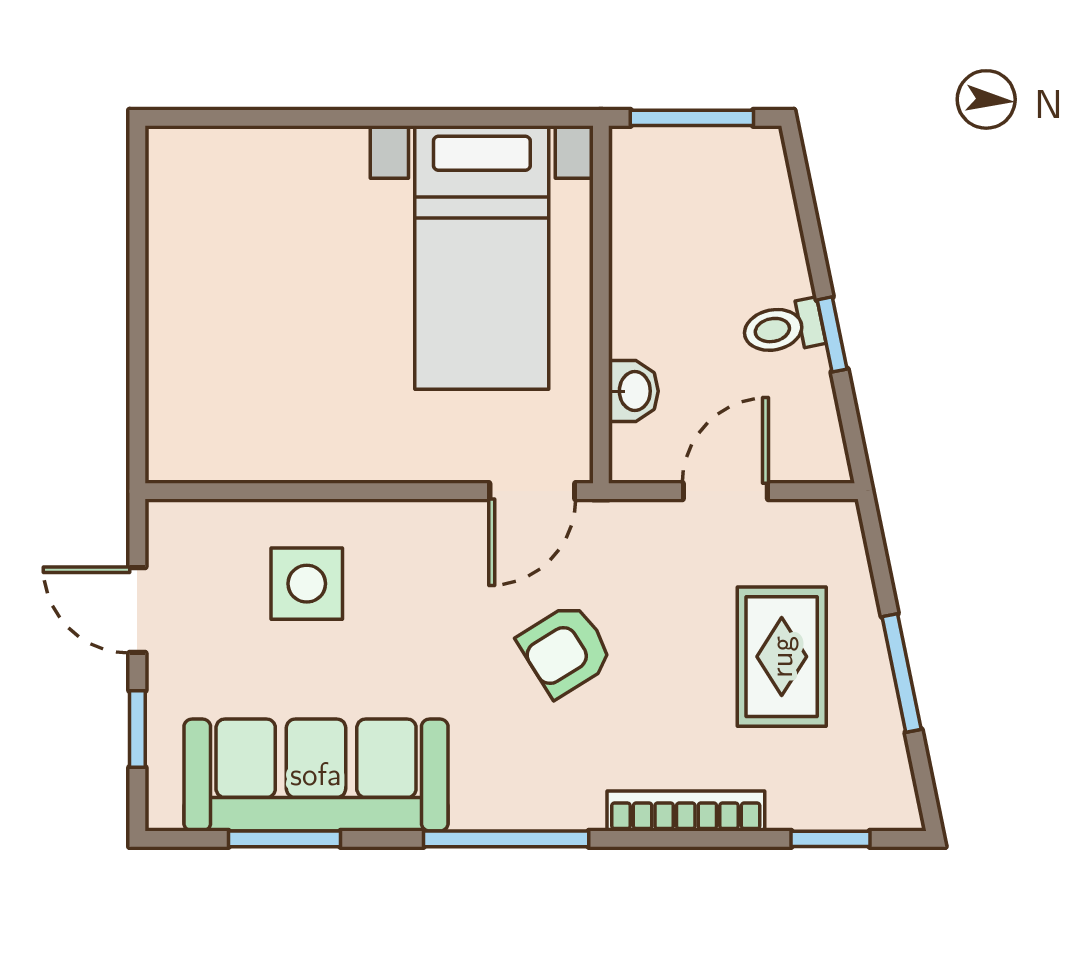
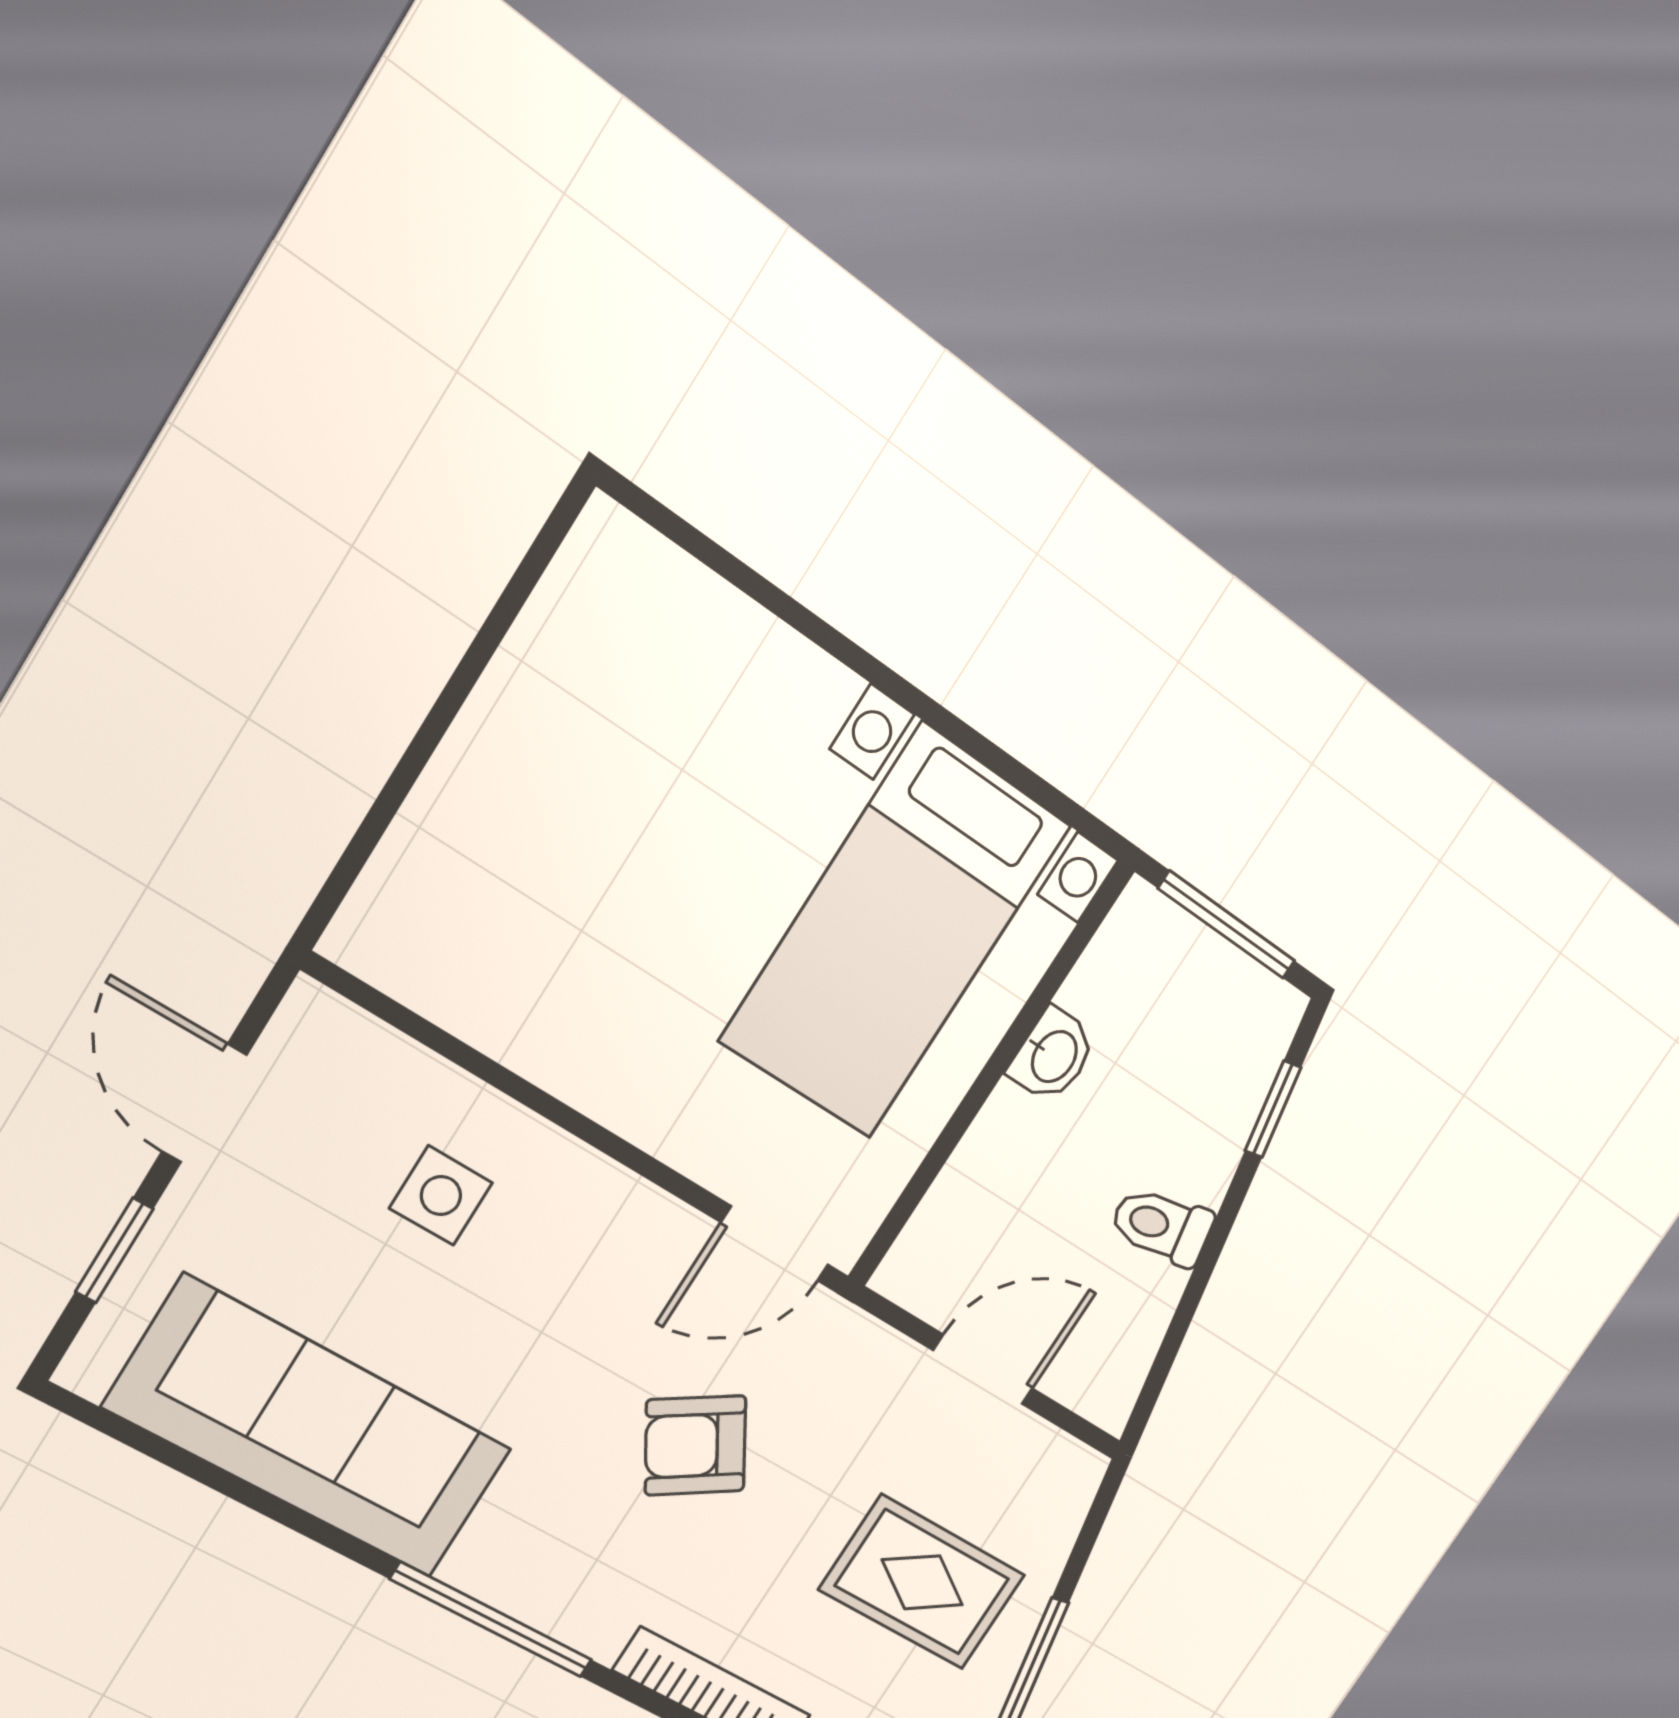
window: (832, 334) -> (1273, 1109), moved
washbasin: (633, 391) -> (1053, 1056), moved
side table: (307, 584) -> (441, 1196), width x0.73, depth x0.73
rug: (782, 657) -> (922, 1582), turned 90
window: (284, 839) -> (224, 1483), removed

